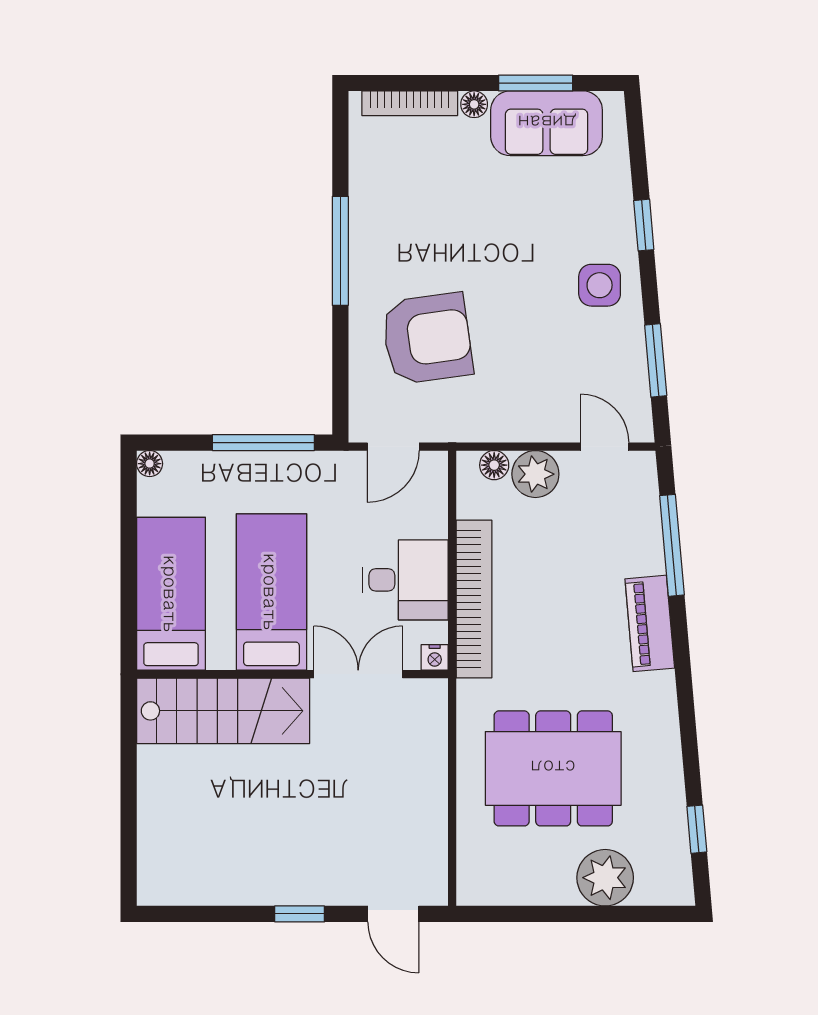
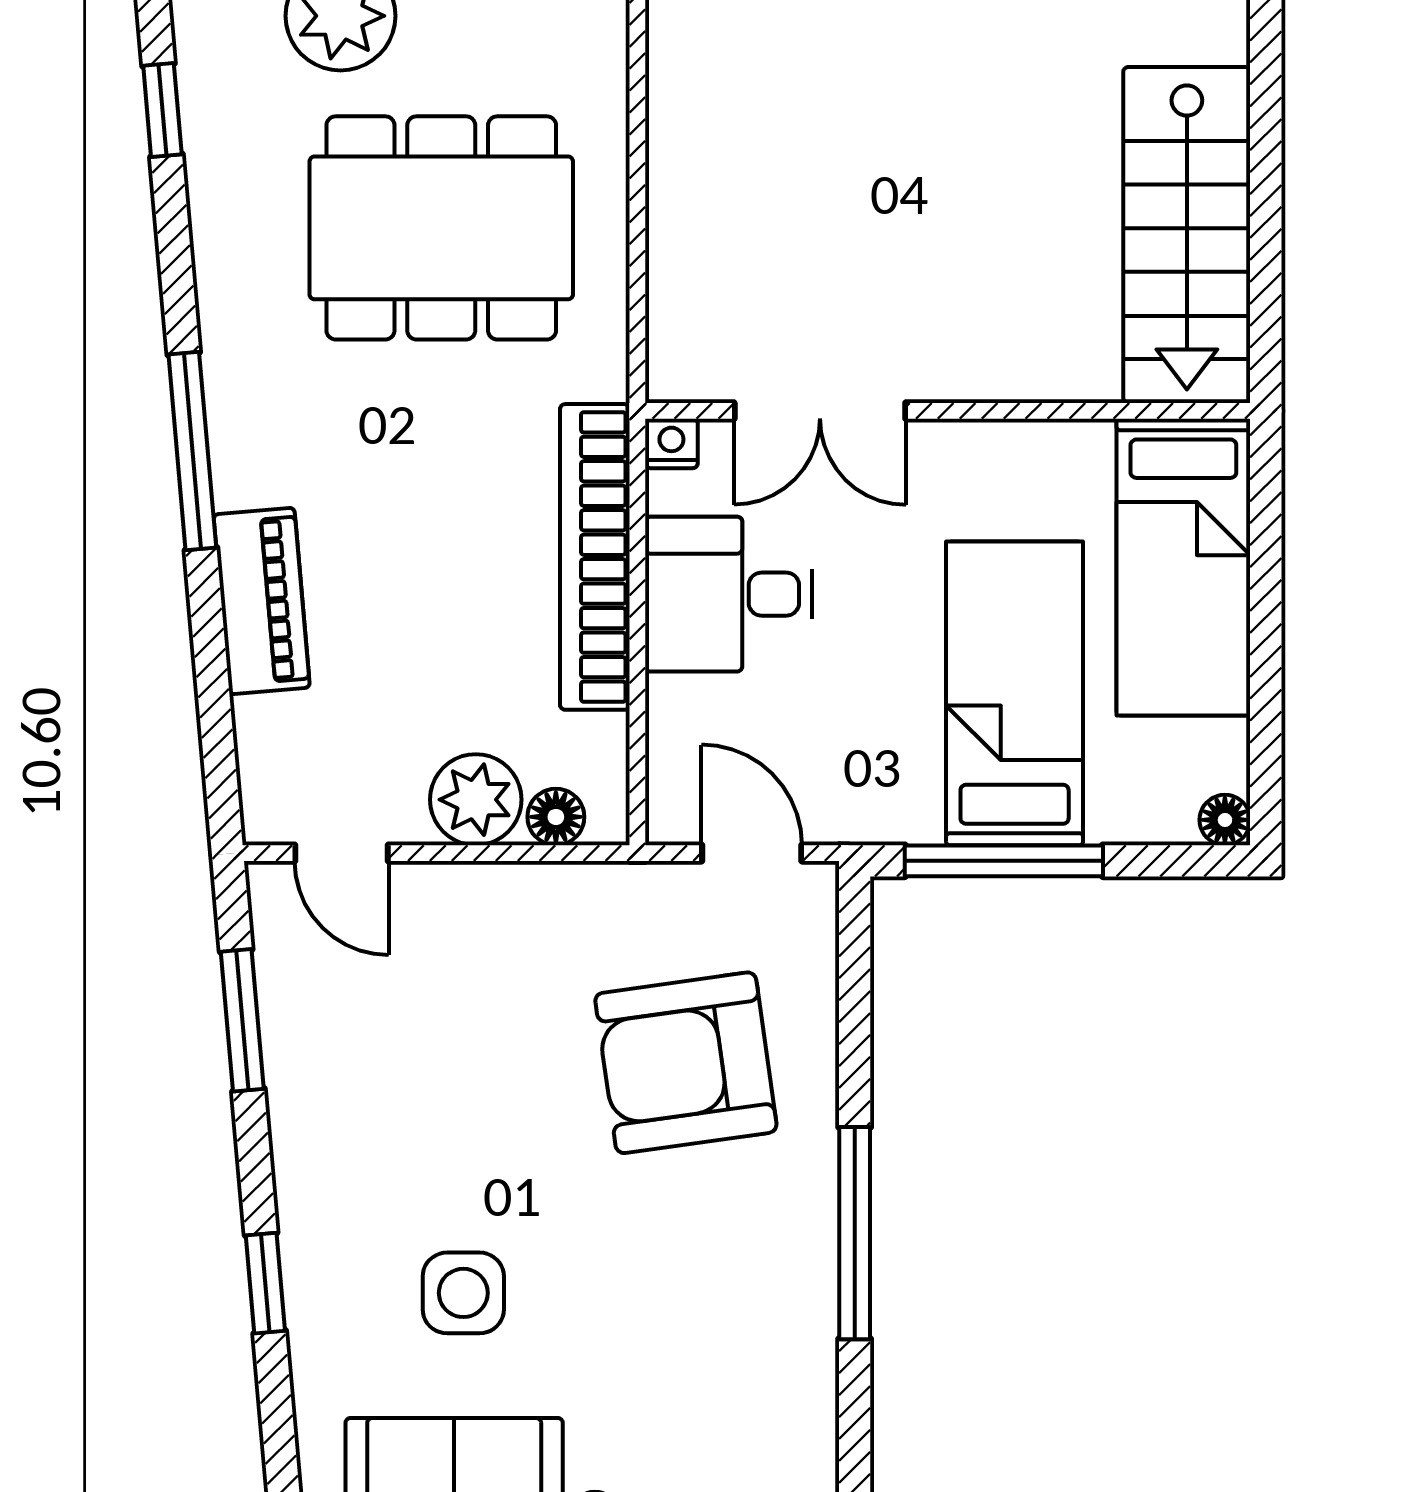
side table: (600, 285) -> (463, 1293), moved
door: (393, 447) -> (752, 853), hinge flipped
window: (672, 545) -> (192, 451), moved
bed: (271, 592) -> (1015, 693), moved, turned 180
piano: (650, 623) -> (262, 601), moved
stairs: (223, 711) -> (1187, 235), moved, turned -90

